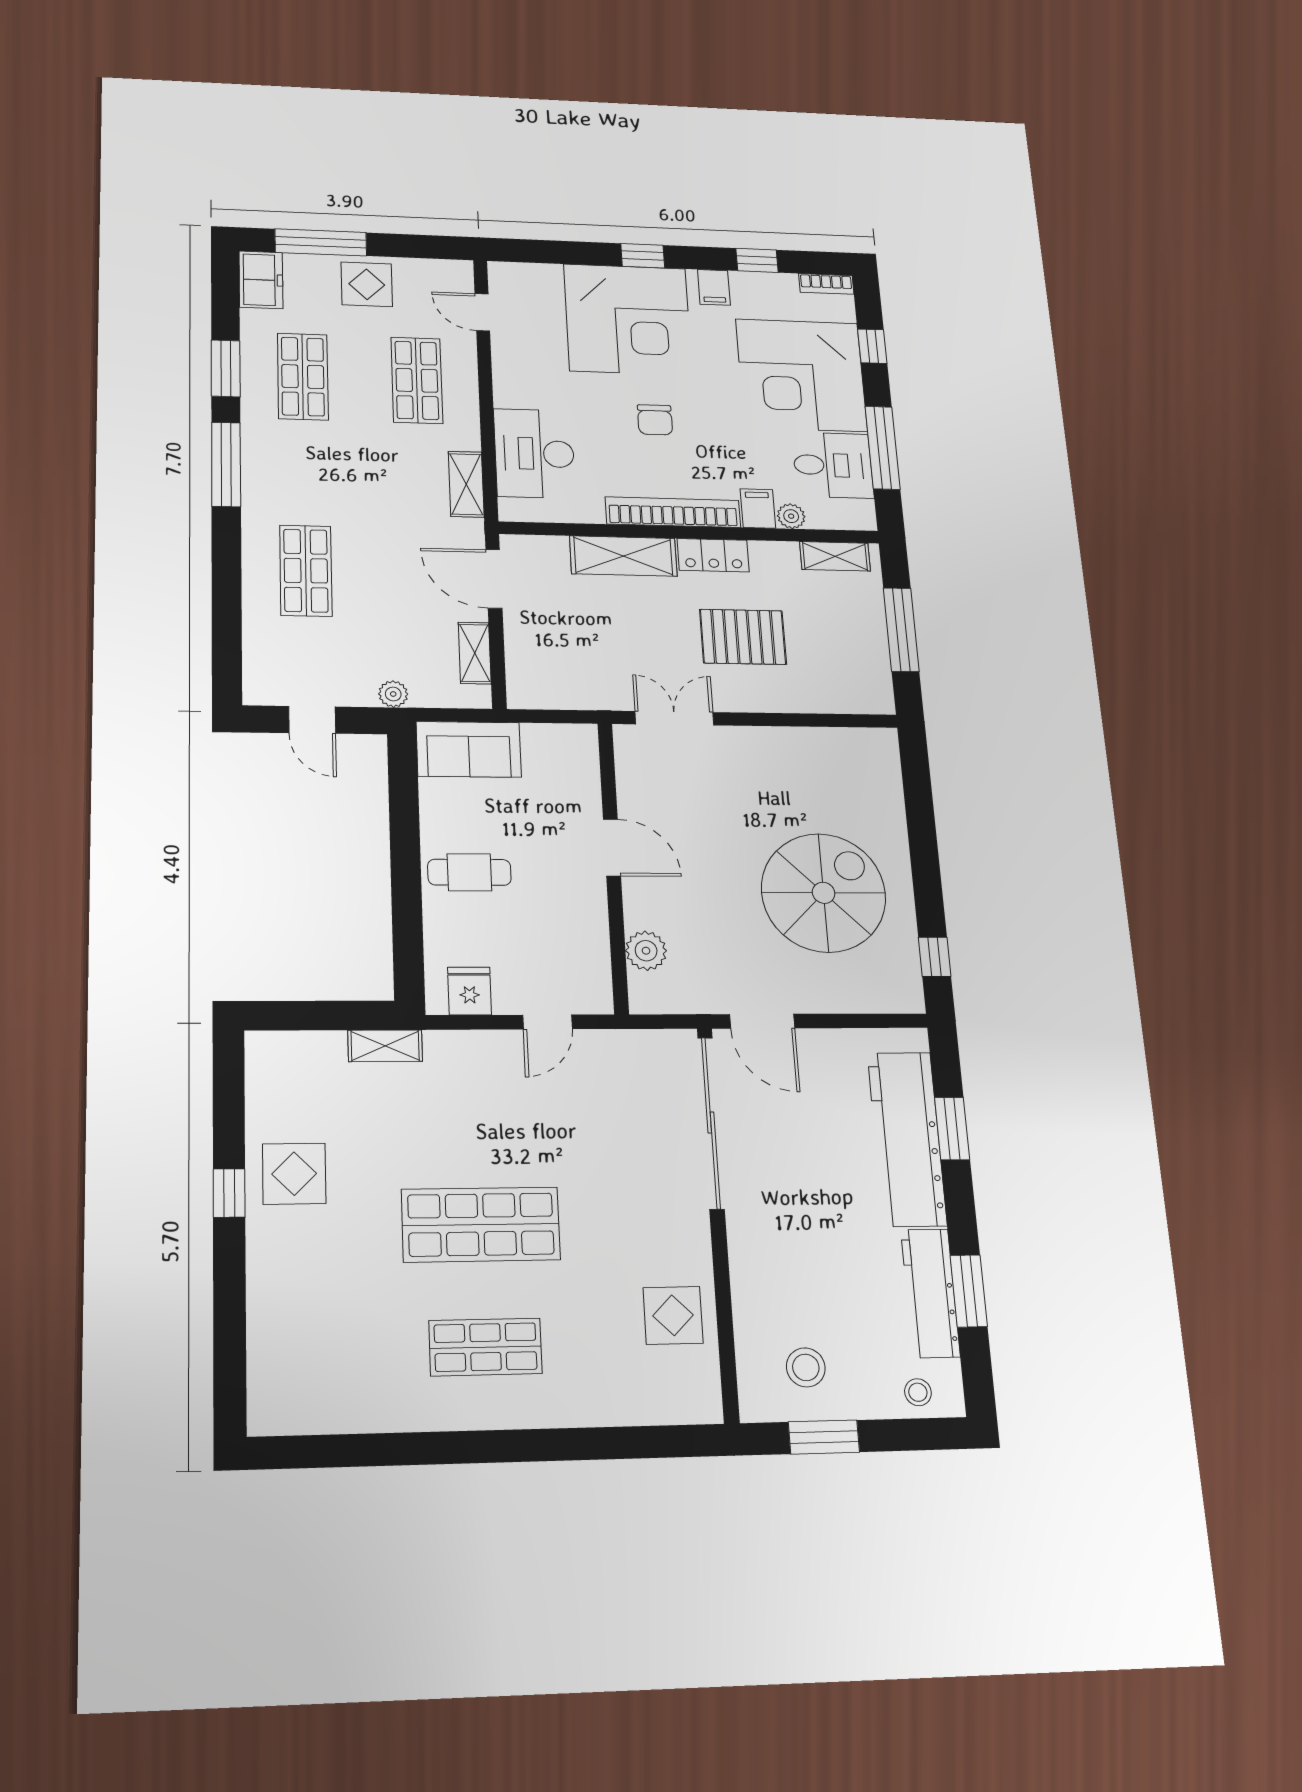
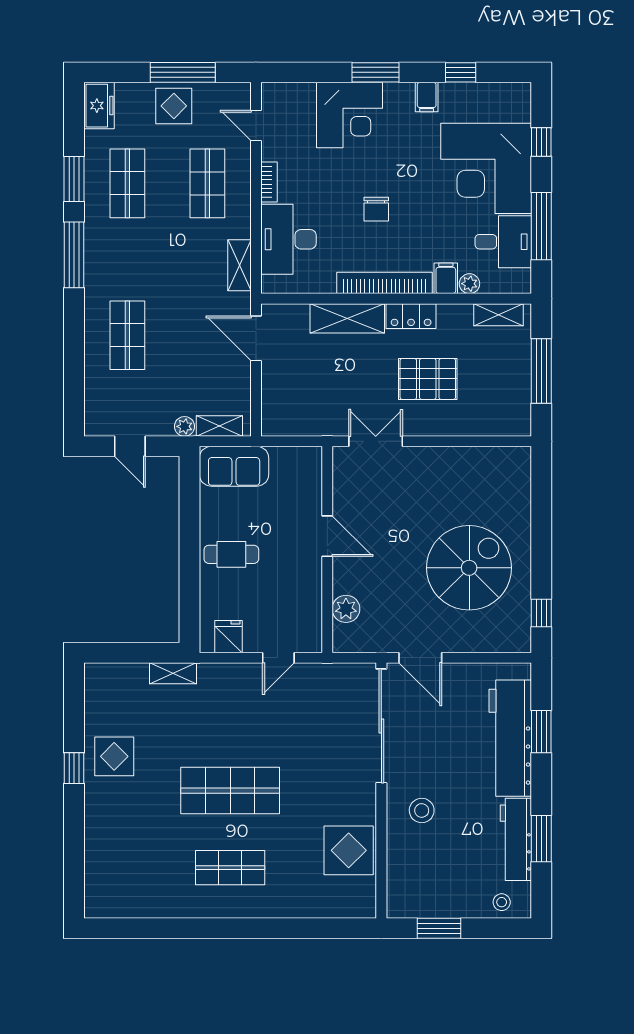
window: (321, 242) -> (183, 72), moved
window: (643, 256) -> (375, 72), width x1.50
bookcase: (826, 284) -> (269, 182), moved, turned -90
corner desk: (628, 319) -> (350, 115), width x0.74, depth x0.74
shelving: (475, 653) -> (219, 426), moved, turned 90
display table: (673, 1315) -> (349, 850), width x1.36, depth x1.36
stool: (806, 1367) -> (422, 810), moved

